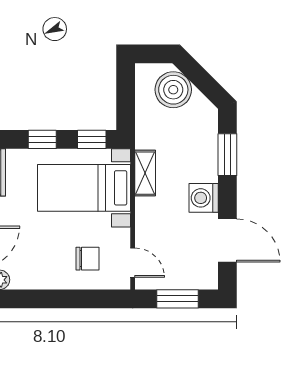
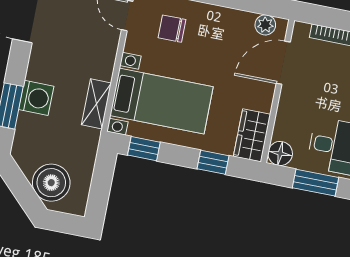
window: (42, 139) -> (213, 162), moved
washing machine: (204, 198) -> (36, 98), moved

